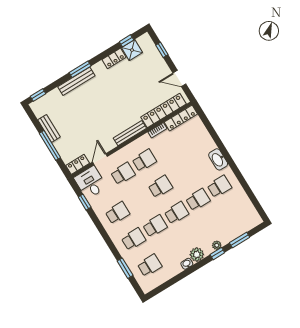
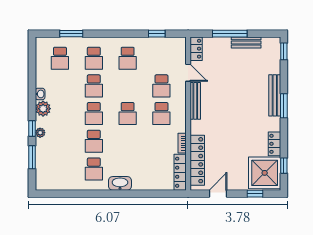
shower: (132, 50) -> (265, 173), width x1.86, depth x1.86
bench: (130, 133) -> (195, 101), moved
desk: (90, 183) -> (172, 50), removed

